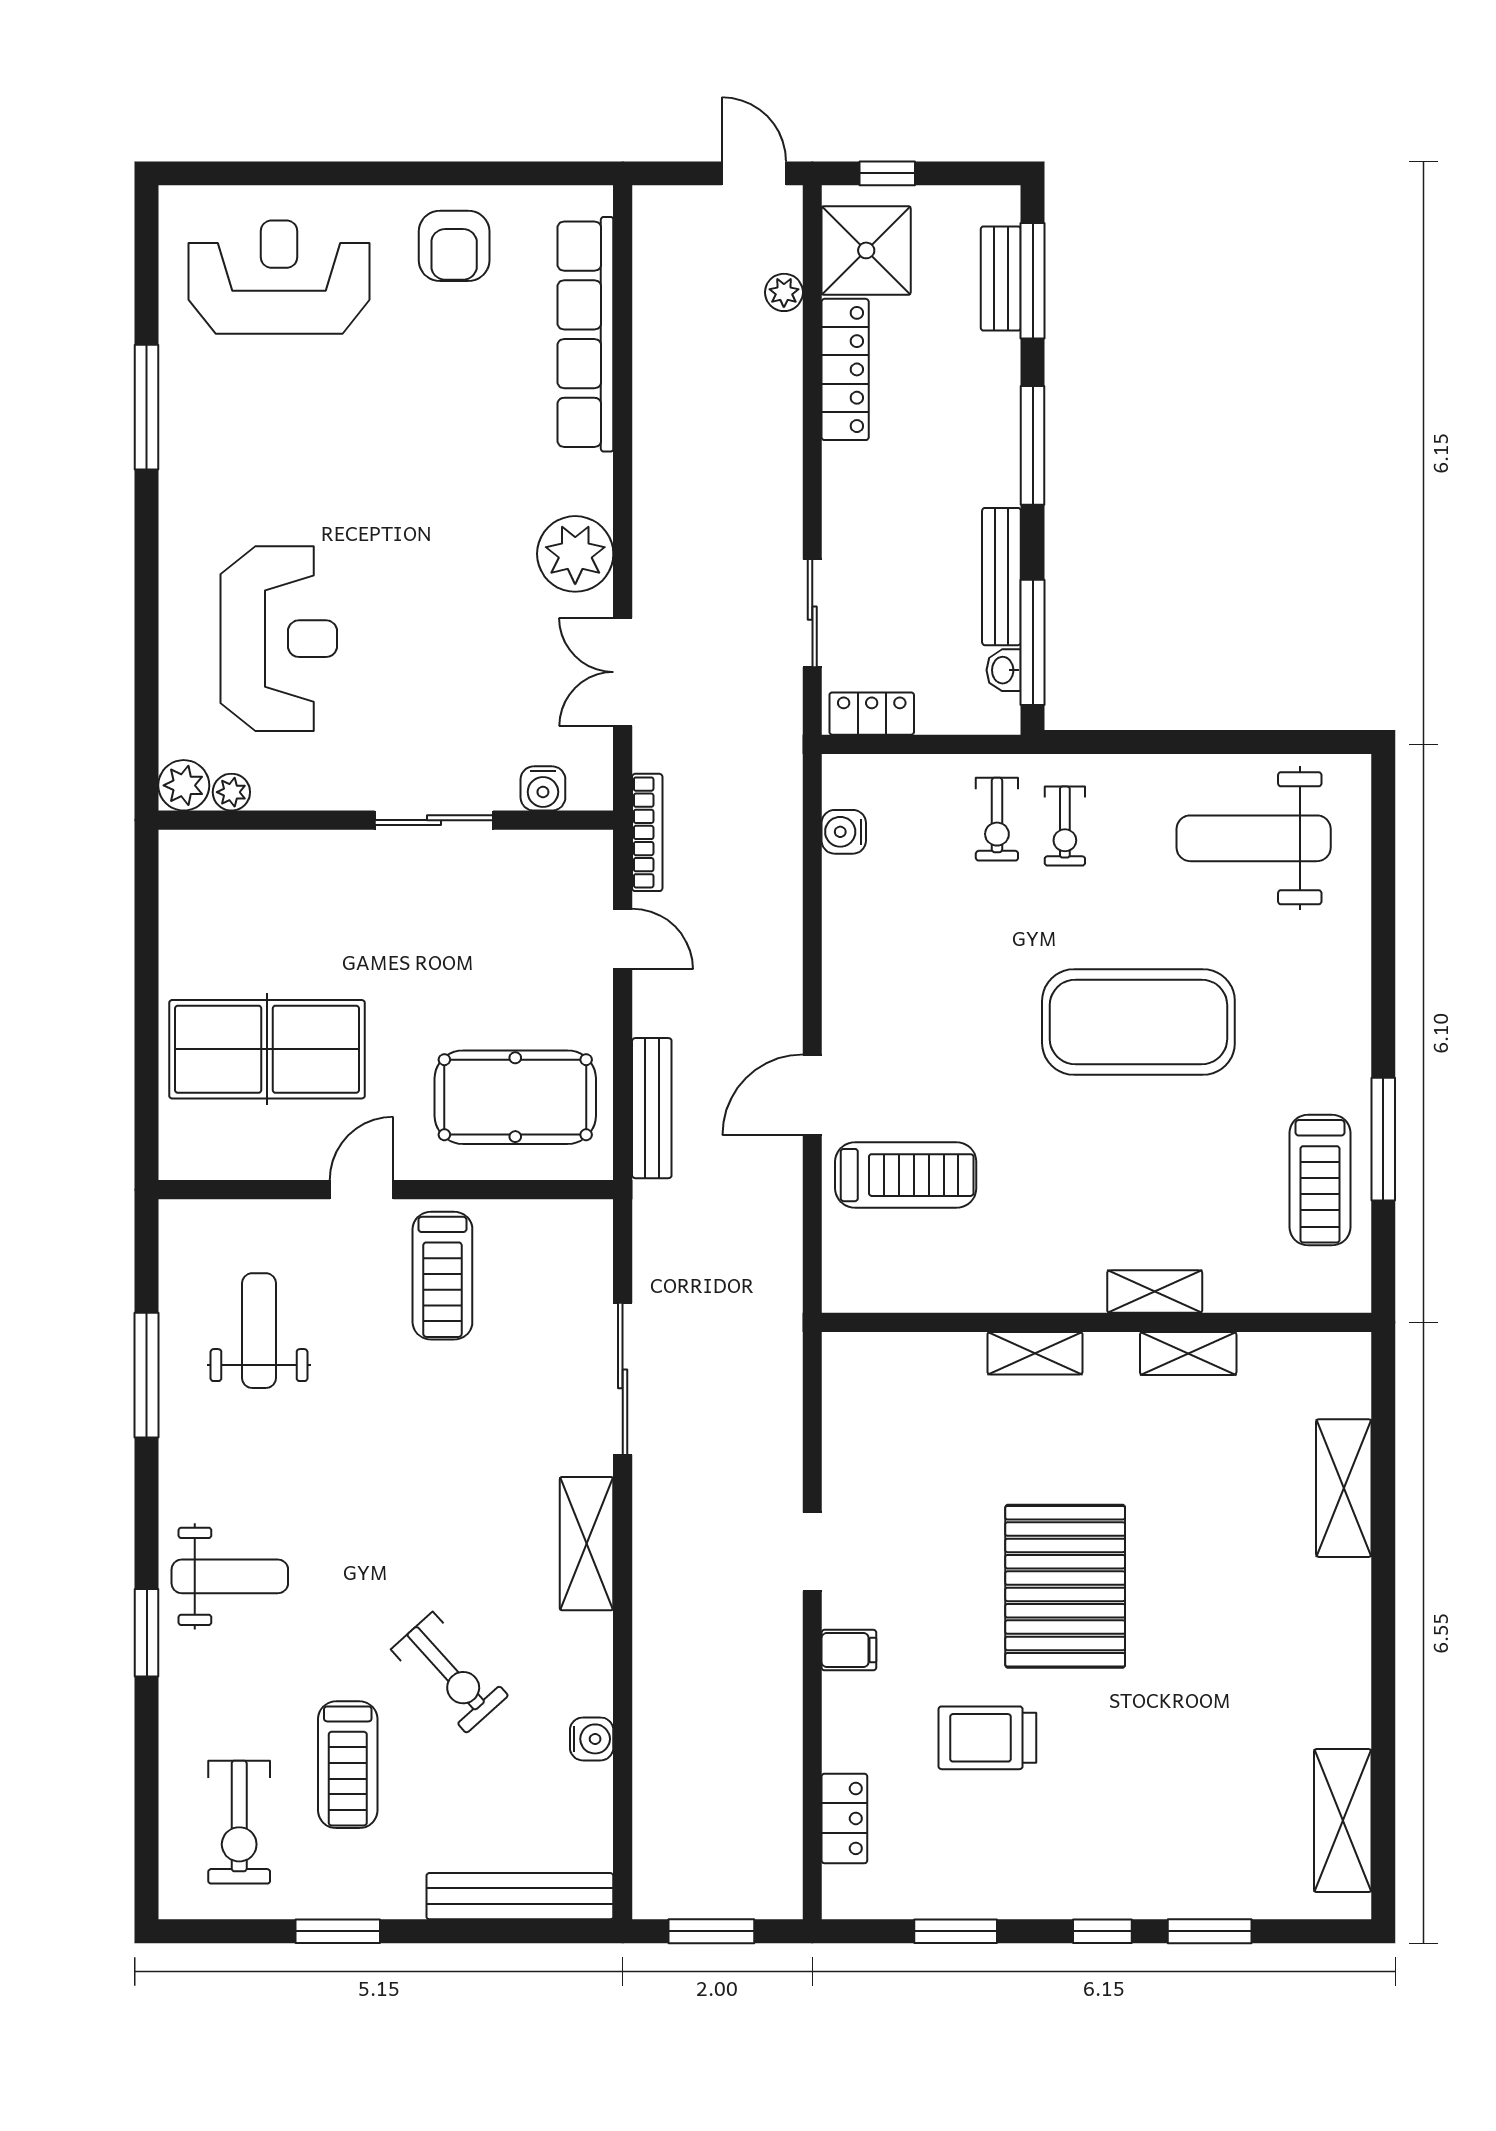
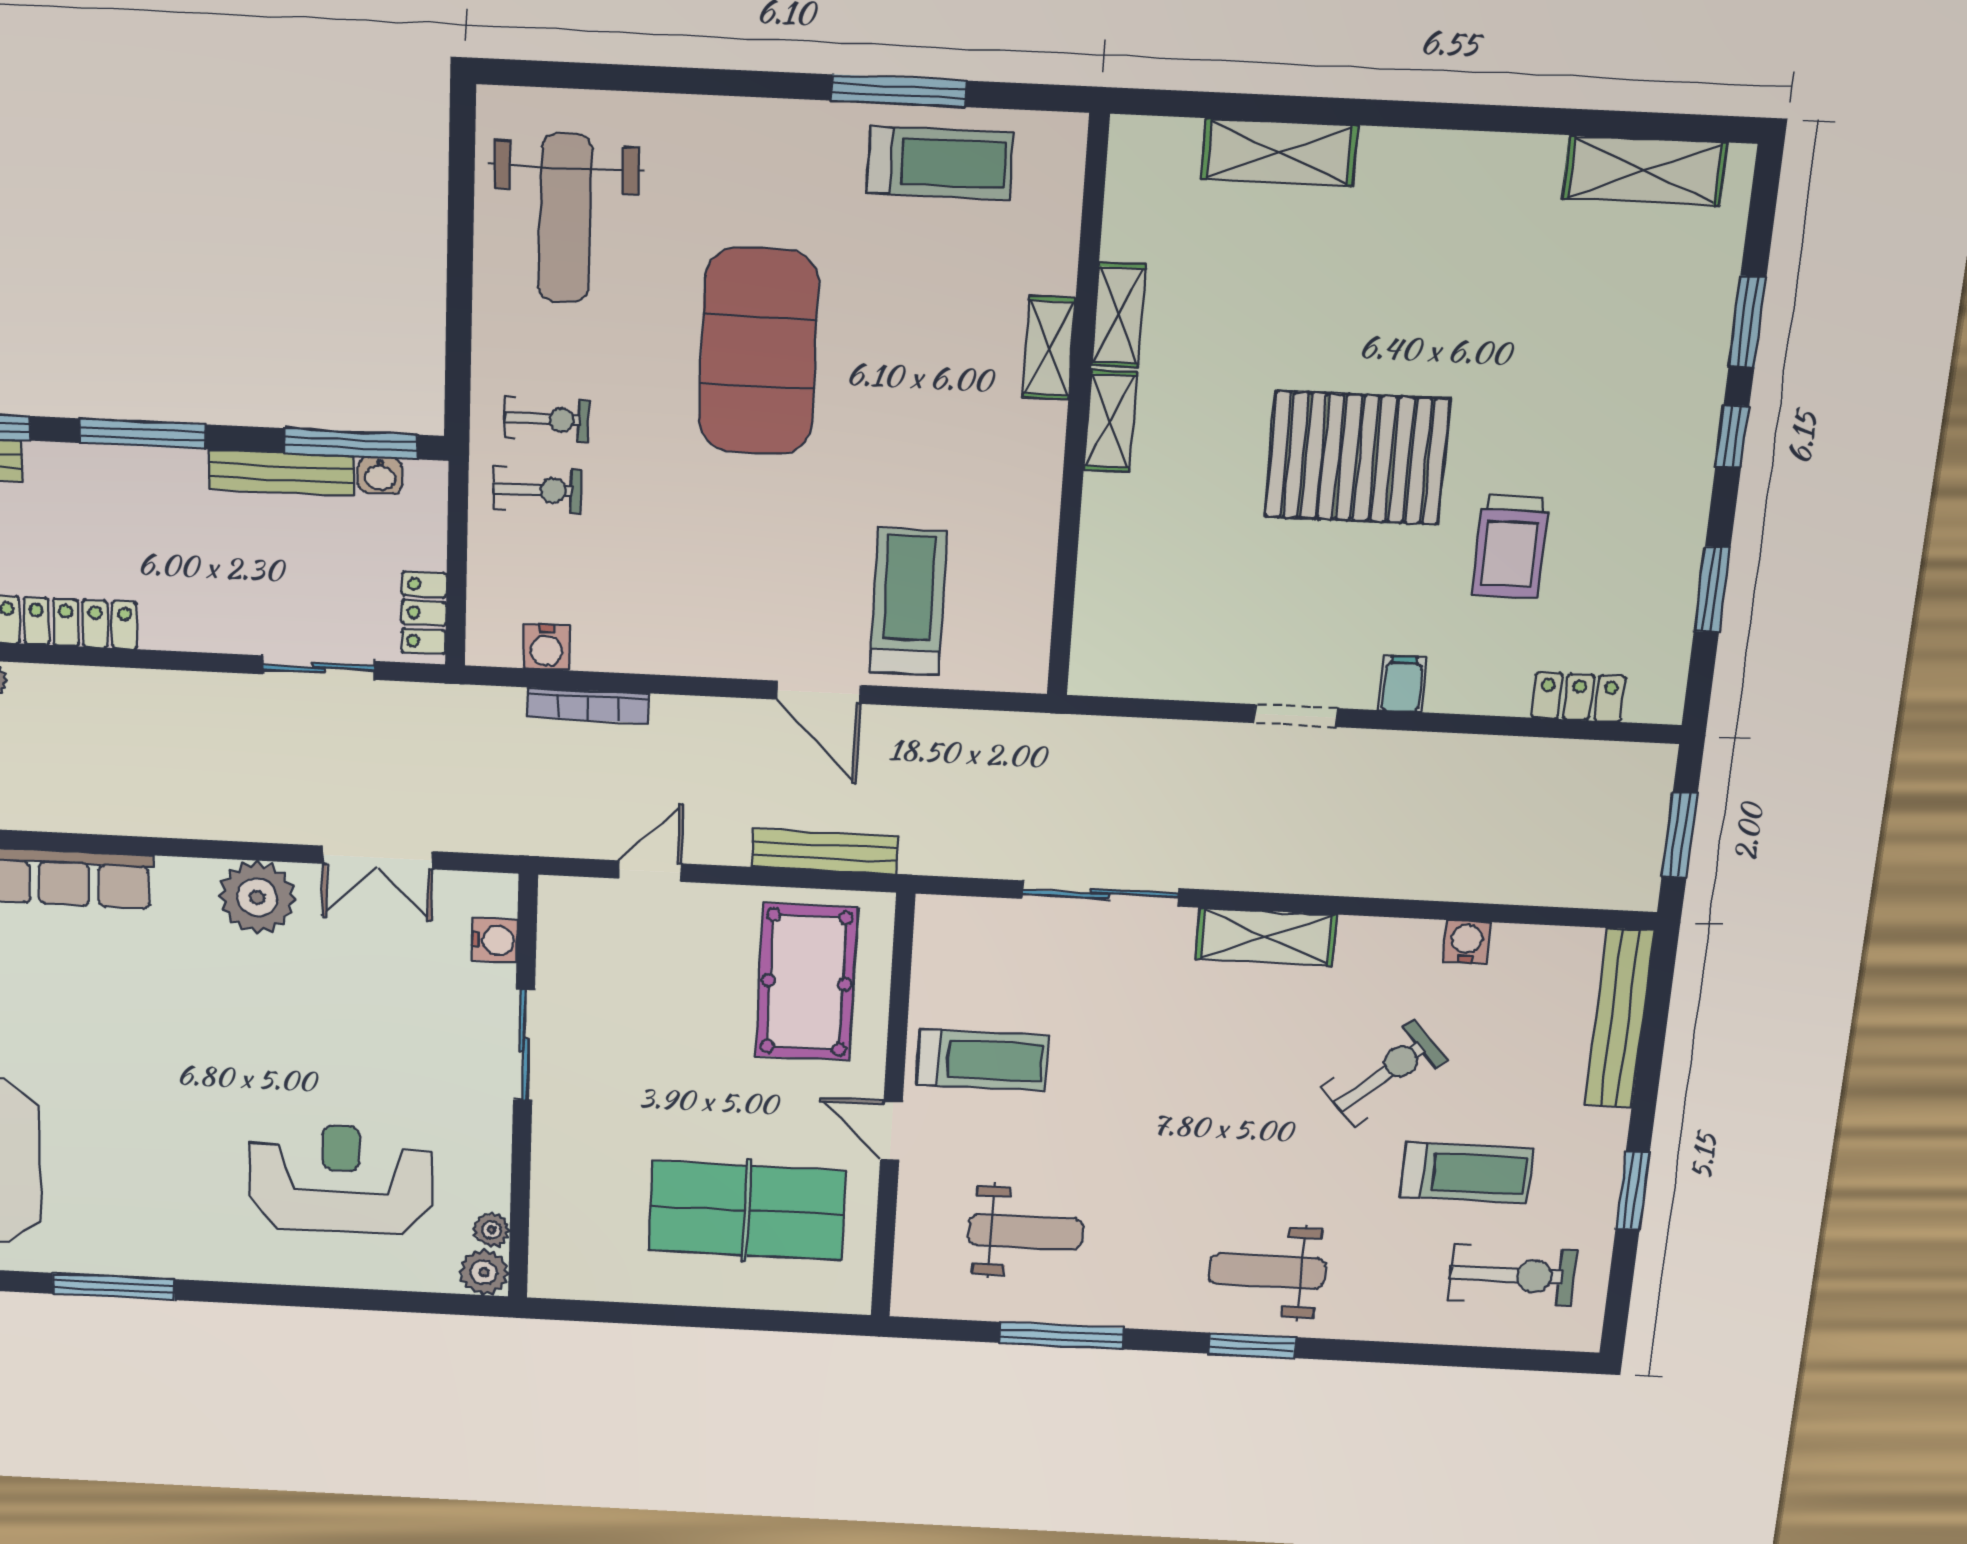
bookcase: (647, 832) -> (588, 705), moved, turned 180
table tennis table: (267, 1049) -> (747, 1211), turned 90
weight bench: (259, 1331) -> (1025, 1232), turned 180
shelving: (1035, 1353) -> (1110, 421), moved
weight bench: (230, 1576) -> (1267, 1271), turned -90
window: (147, 1633) -> (1252, 1345), moved

